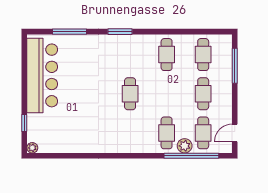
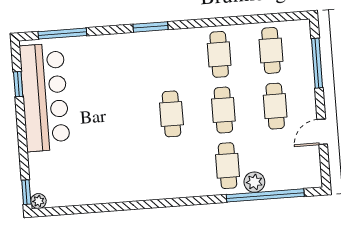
window: (70, 32) -> (62, 34), moved
window: (24, 65) -> (18, 84), added
window: (24, 123) -> (26, 192), moved
cafe table: (203, 133) -> (223, 110), moved
door: (235, 133) -> (322, 132), moved

